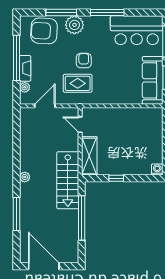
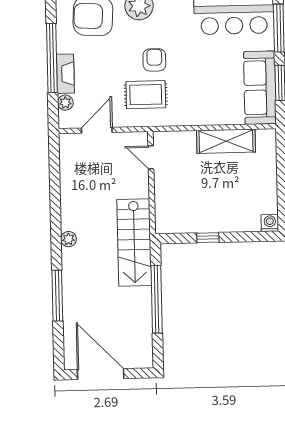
shelving: (89, 156) -> (226, 141), moved, turned 90

